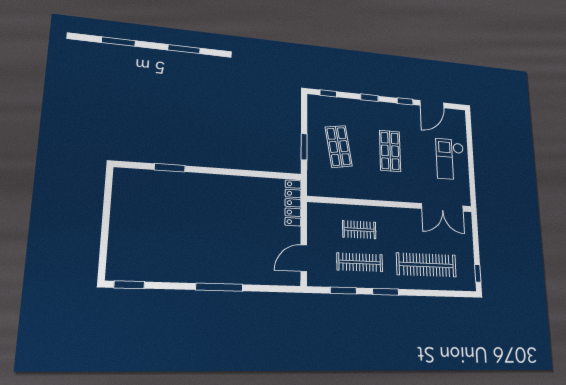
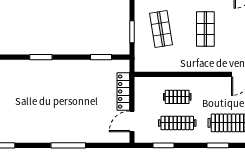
window: (170, 168) -> (41, 57), moved
window: (265, 175) -> (101, 57), added
locker: (293, 203) -> (123, 92), moved
window: (386, 292) -> (218, 145), moved

